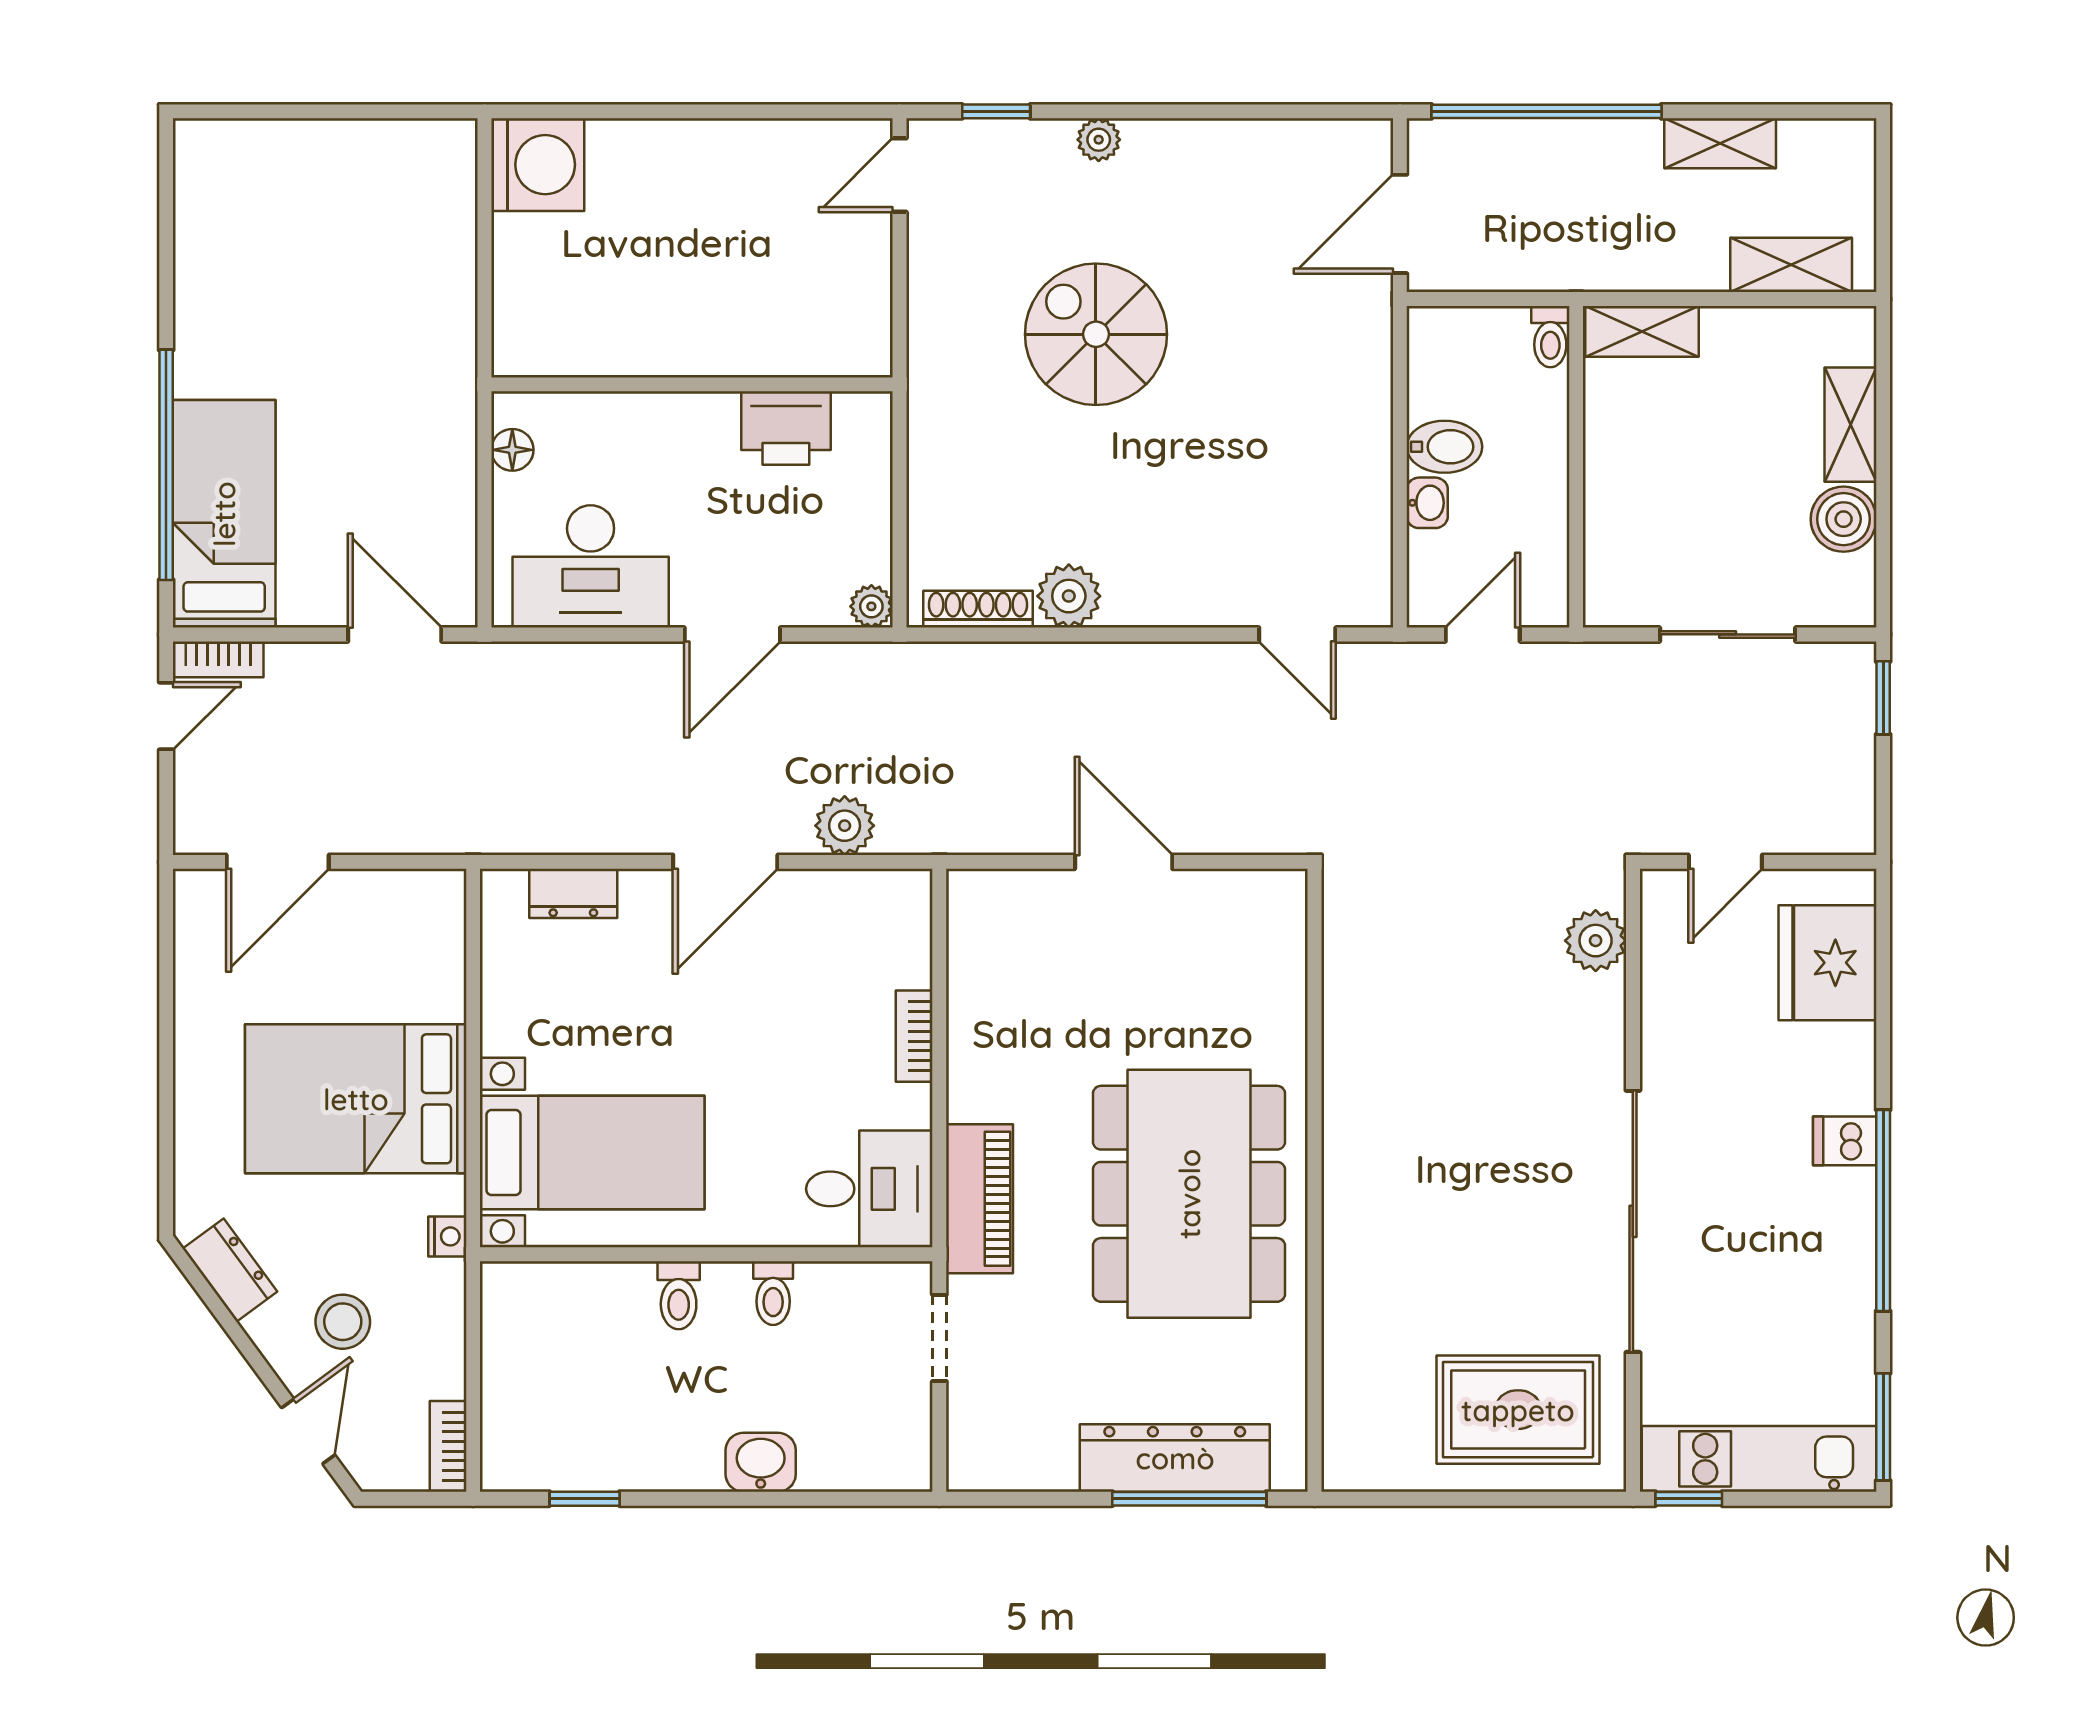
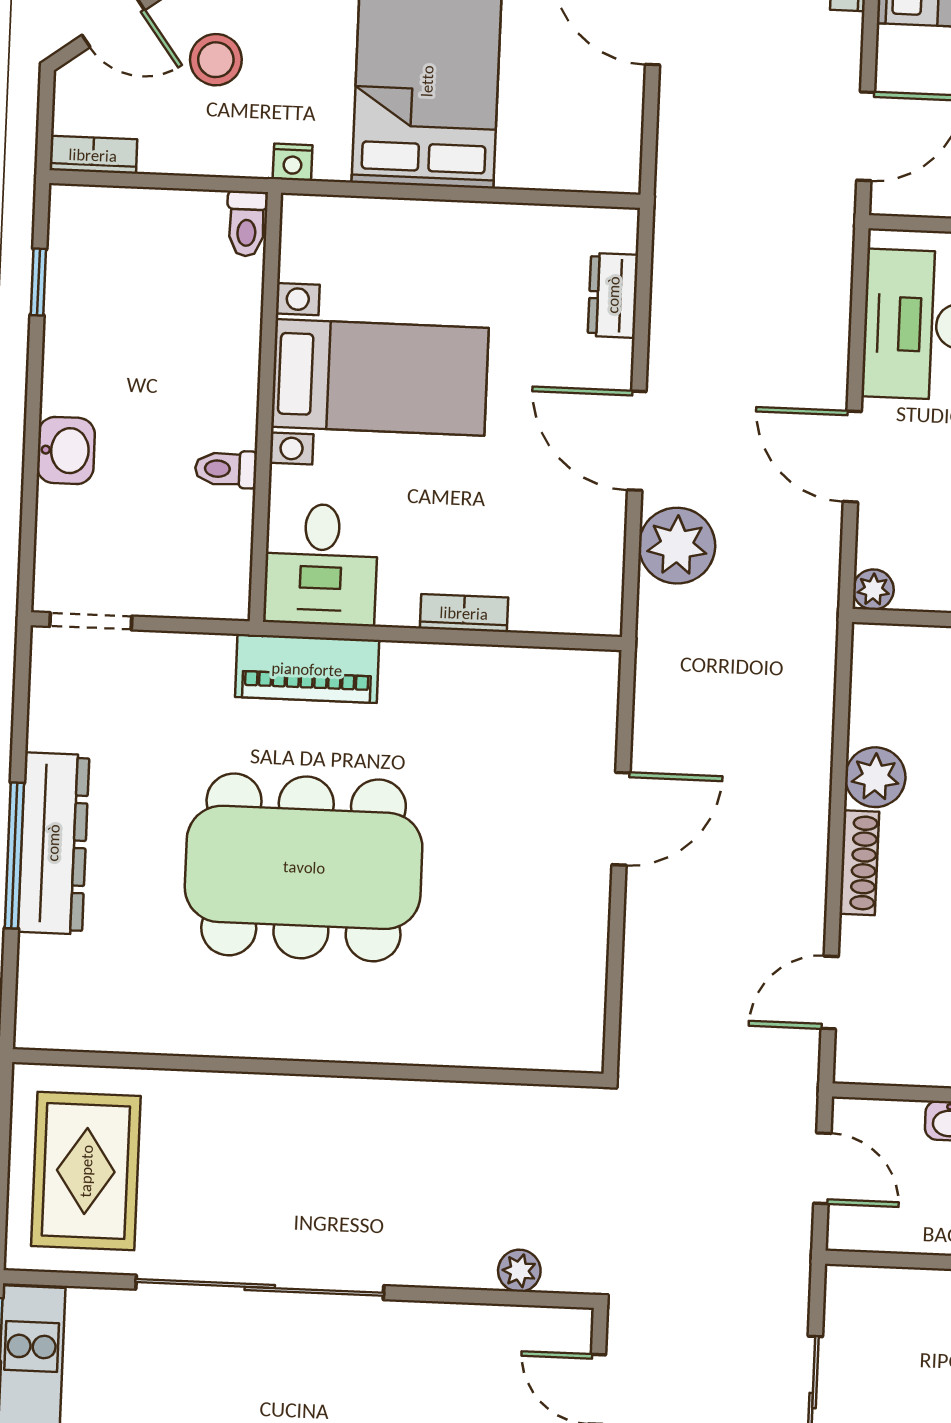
shoe rack: (978, 609) -> (859, 863), moved
plant: (845, 826) -> (677, 546), width x1.36, depth x1.36
plant: (1596, 941) -> (519, 1271), width x0.73, depth x0.73
bed with nightstands: (592, 1153) -> (380, 377), moved, turned -90
wall: (1315, 1180) -> (308, 1068), moved
toilet: (679, 1295) -> (247, 224), moved, turned -90
doorway: (939, 1338) -> (91, 621), moved

